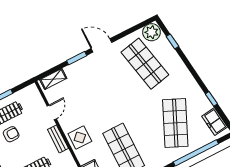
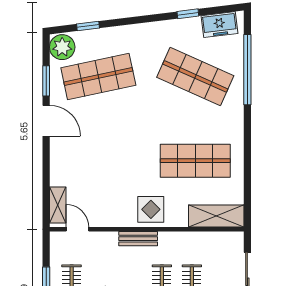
door: (101, 45) -> (46, 121), swing flipped
window: (77, 58) -> (46, 81), moved
door: (52, 112) -> (77, 229), moved

